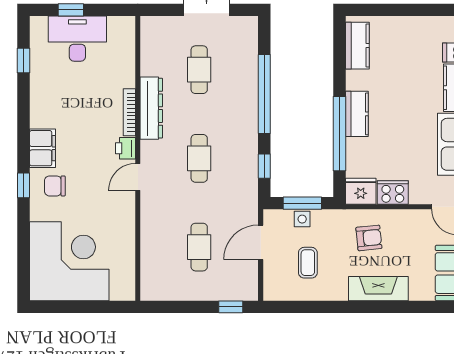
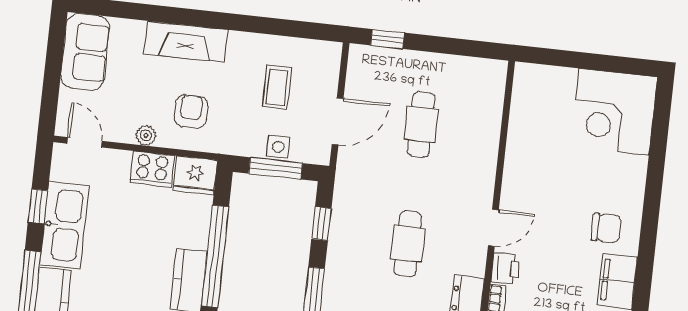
window: (24, 185) -> (649, 233), removed
plant: (400, 217) -> (146, 135), added
armchair: (369, 238) -> (191, 111), turned 96
corner desk: (69, 261) -> (614, 112), width x0.74, depth x0.74

